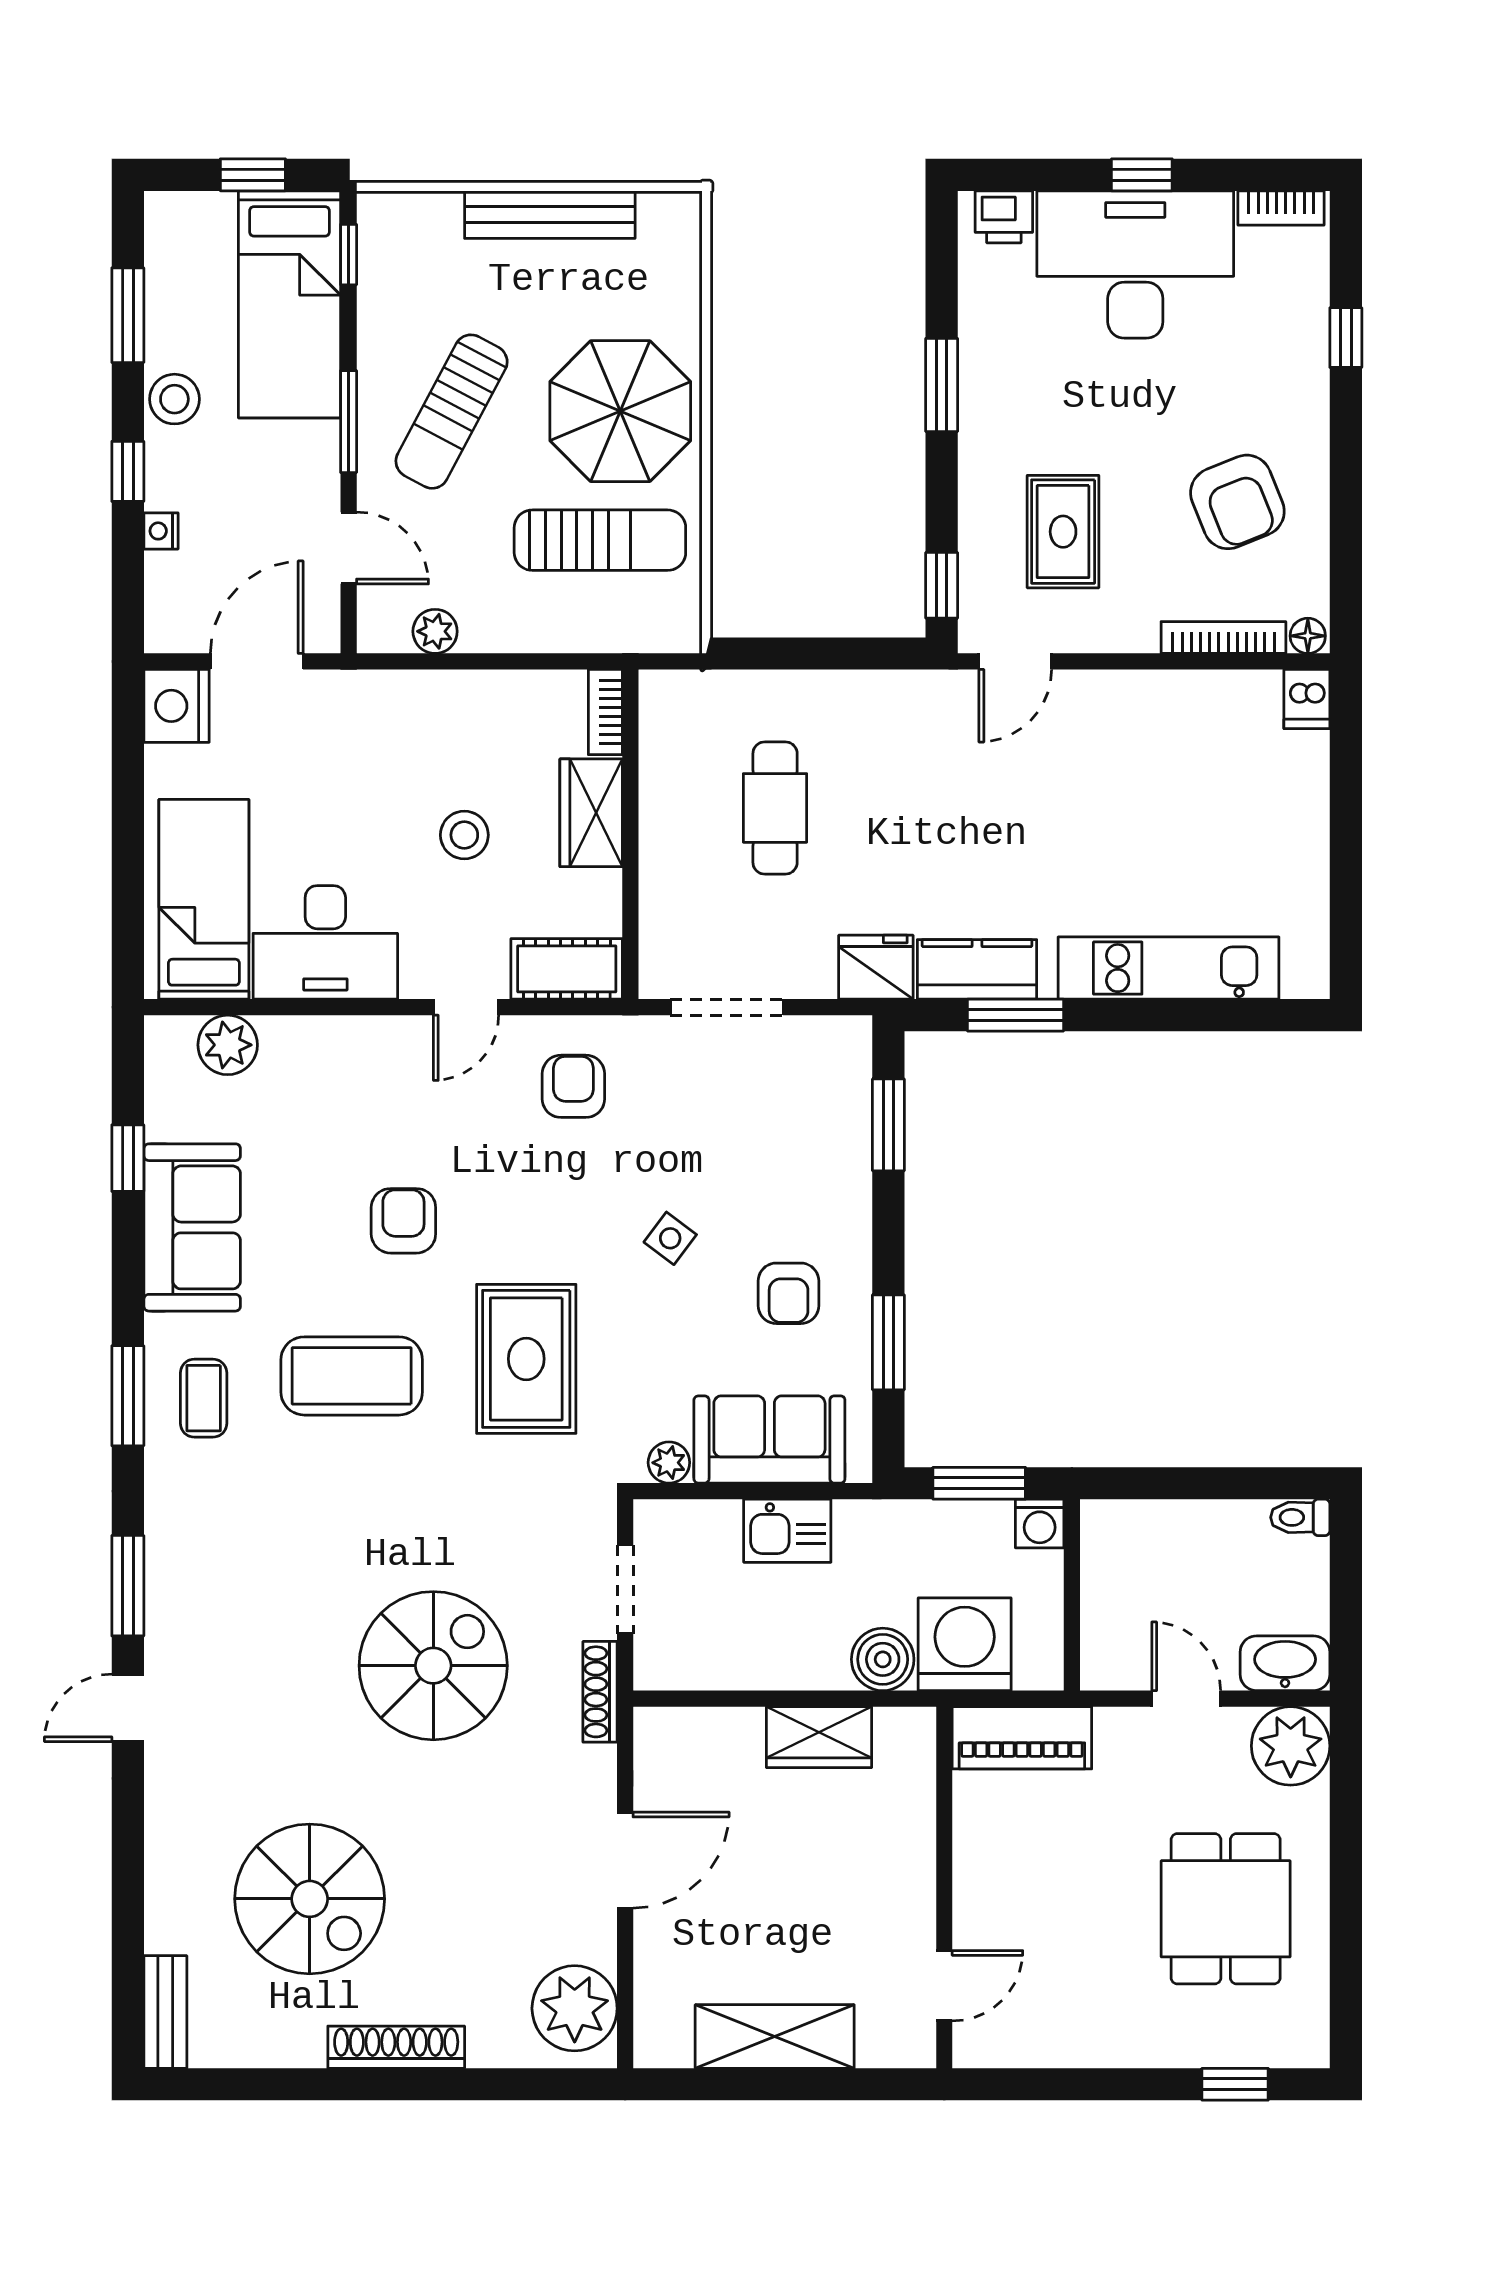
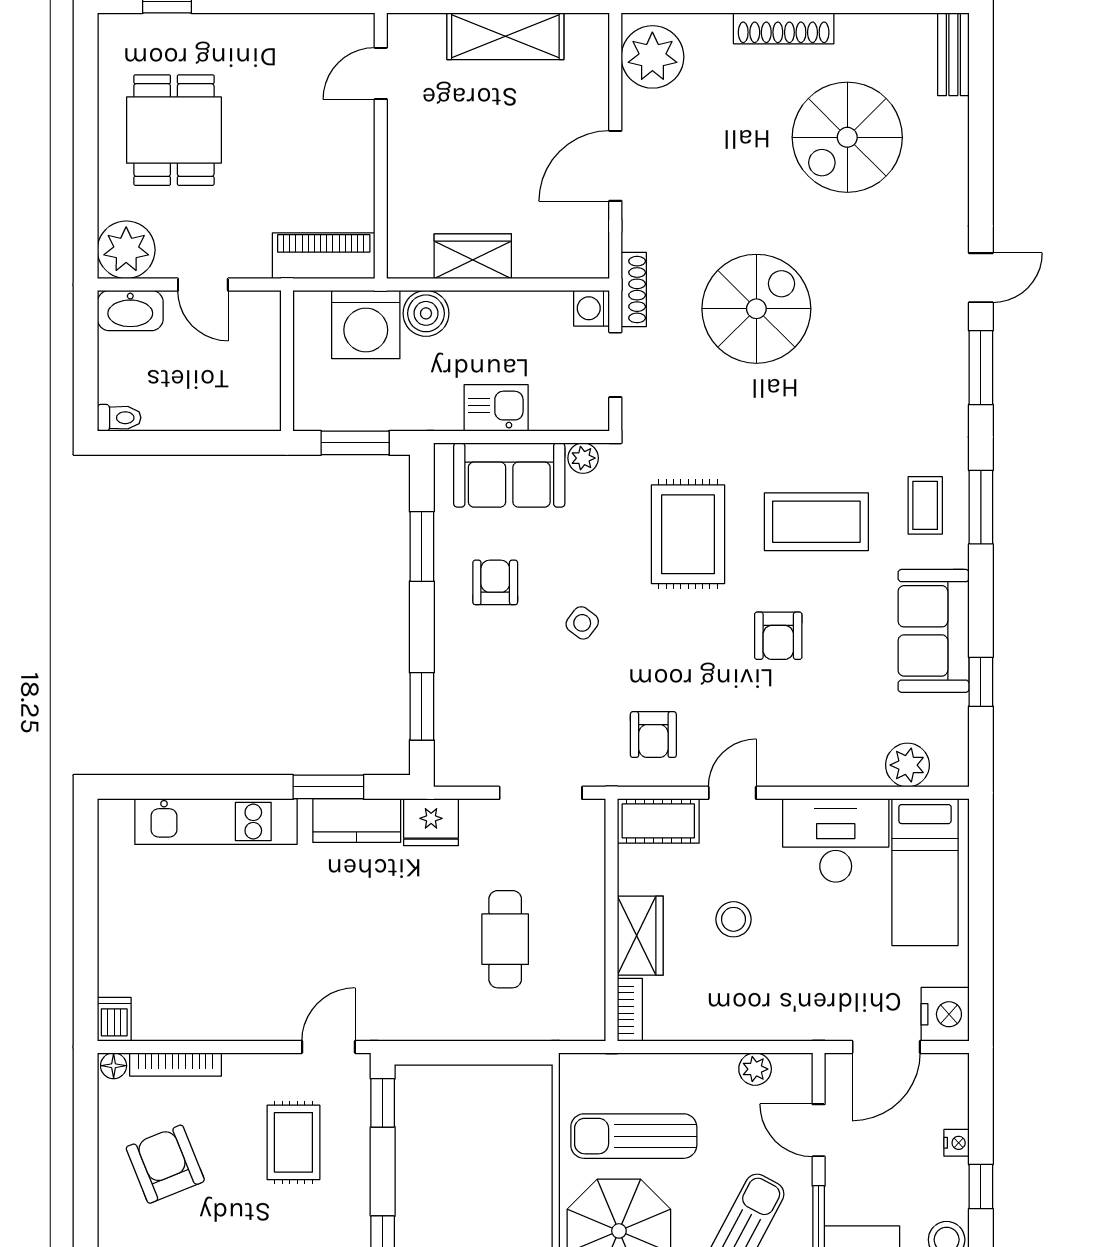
washing machine: (1040, 1523) -> (592, 308), moved, turned -90
spiral stairs: (433, 1666) -> (756, 309), turned 180
spiral stairs: (310, 1899) -> (847, 137), turned -90

